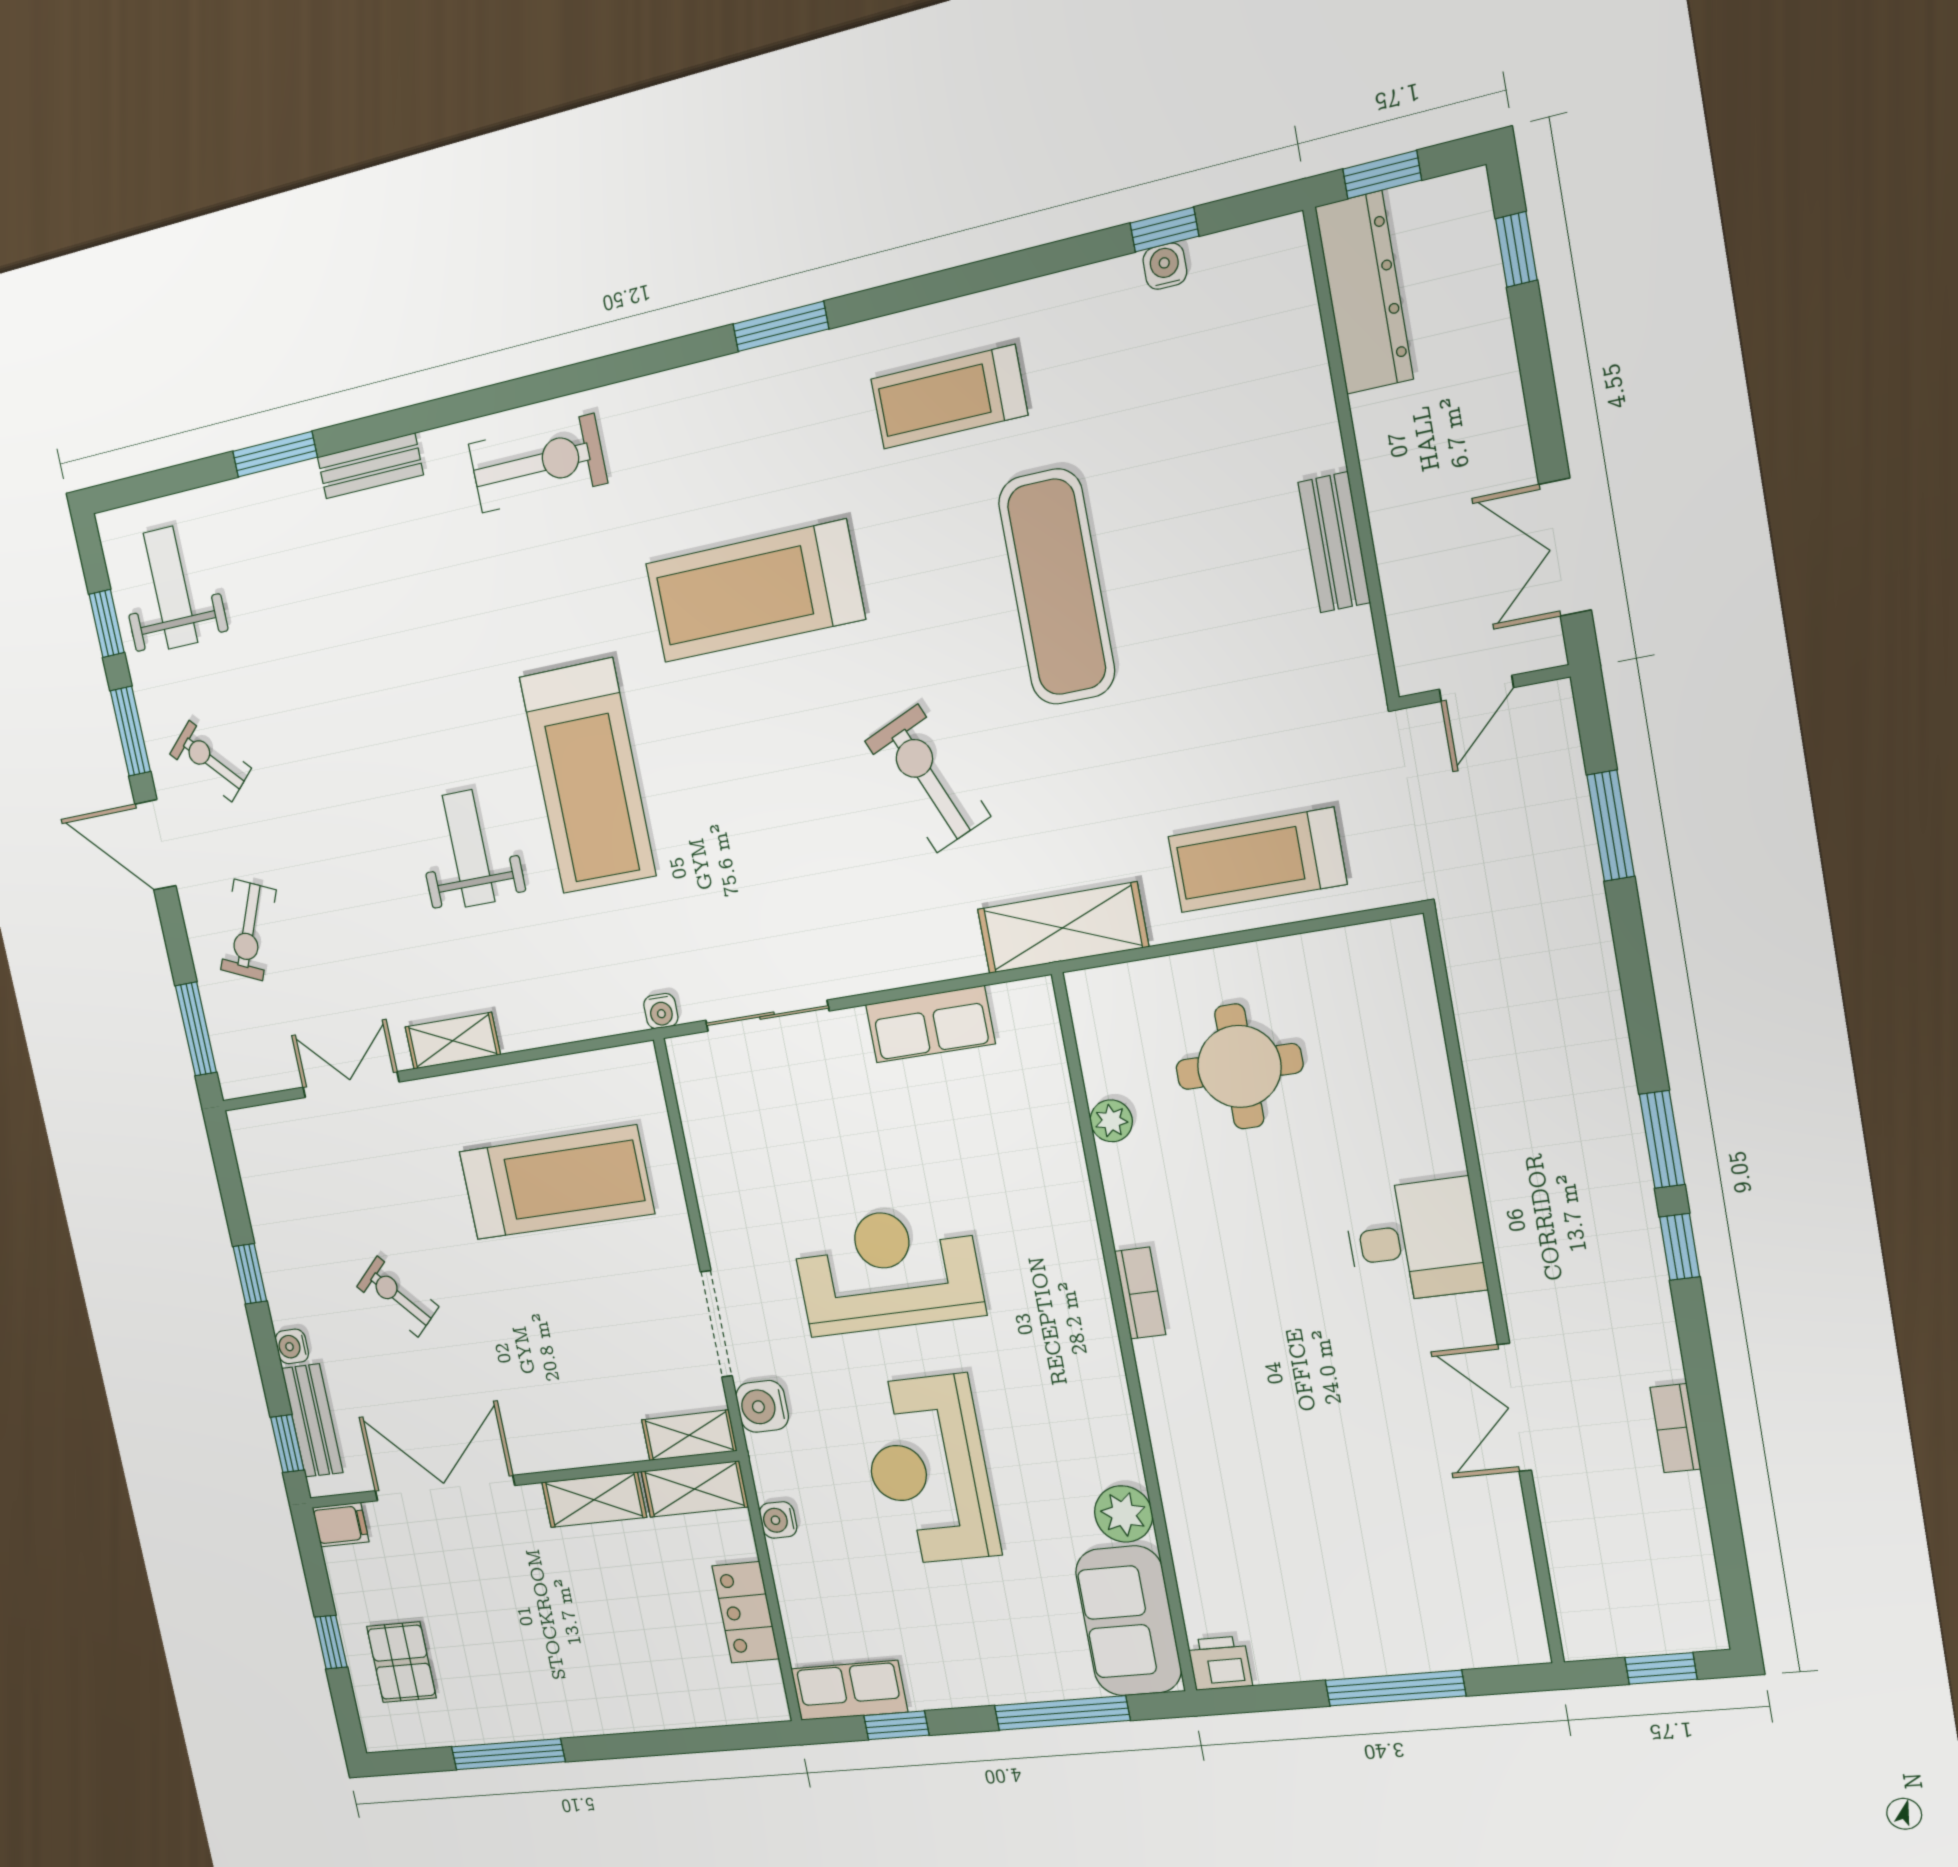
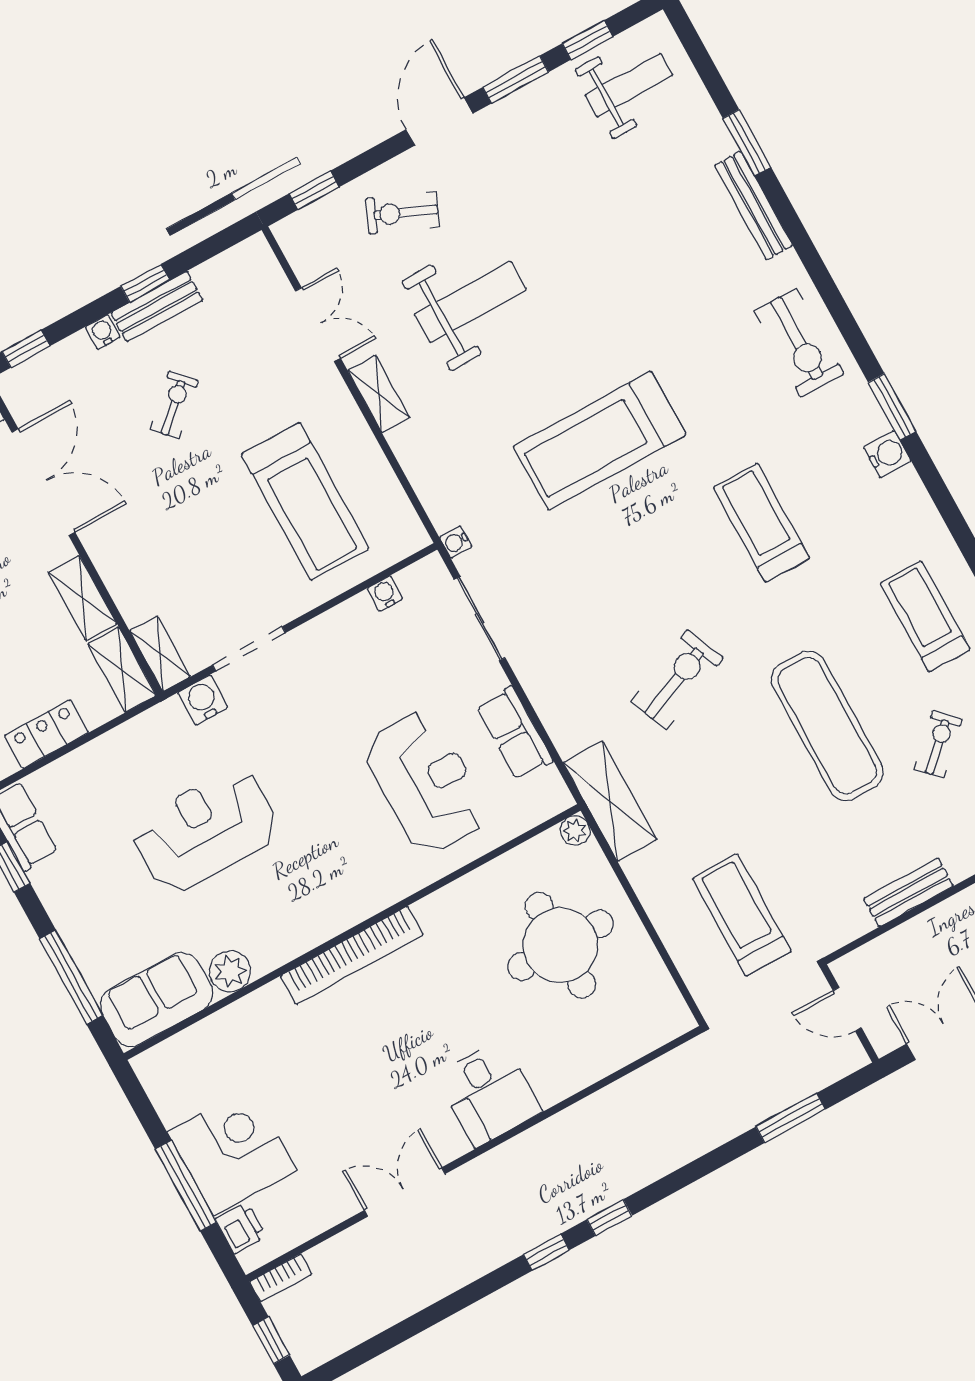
window: (781, 326) -> (892, 407), moved
water cooler: (715, 385) -> (887, 454), added
bench: (370, 466) -> (754, 206), width x1.36
exercise mat: (1057, 587) -> (827, 726), turned 90
treadmill: (755, 591) -> (761, 523), width x0.73, depth x0.73
exercise bike: (210, 761) -> (938, 744), moved
weight bench: (469, 848) -> (470, 302), moved, width x1.36, depth x1.33
treadmill: (1257, 860) -> (742, 915), moved
window: (196, 1029) -> (314, 190), width x0.67
round table: (1239, 1066) -> (561, 945), width x1.36, depth x1.36
plant: (1111, 1121) -> (575, 830), moved
window: (1662, 1139) -> (609, 1218), width x0.67
reception desk: (888, 1270) -> (425, 782), moved
bookcase: (1140, 1293) -> (352, 955), width x2.31, depth x1.31
bench: (312, 1420) -> (157, 306), moved
bookcase: (1675, 1428) -> (281, 1278), moved, turned 180
water cooler: (778, 1520) -> (385, 594), moved
corner desk: (1370, 1610) -> (232, 1151), added
printer: (1220, 1663) -> (241, 1228), moved

